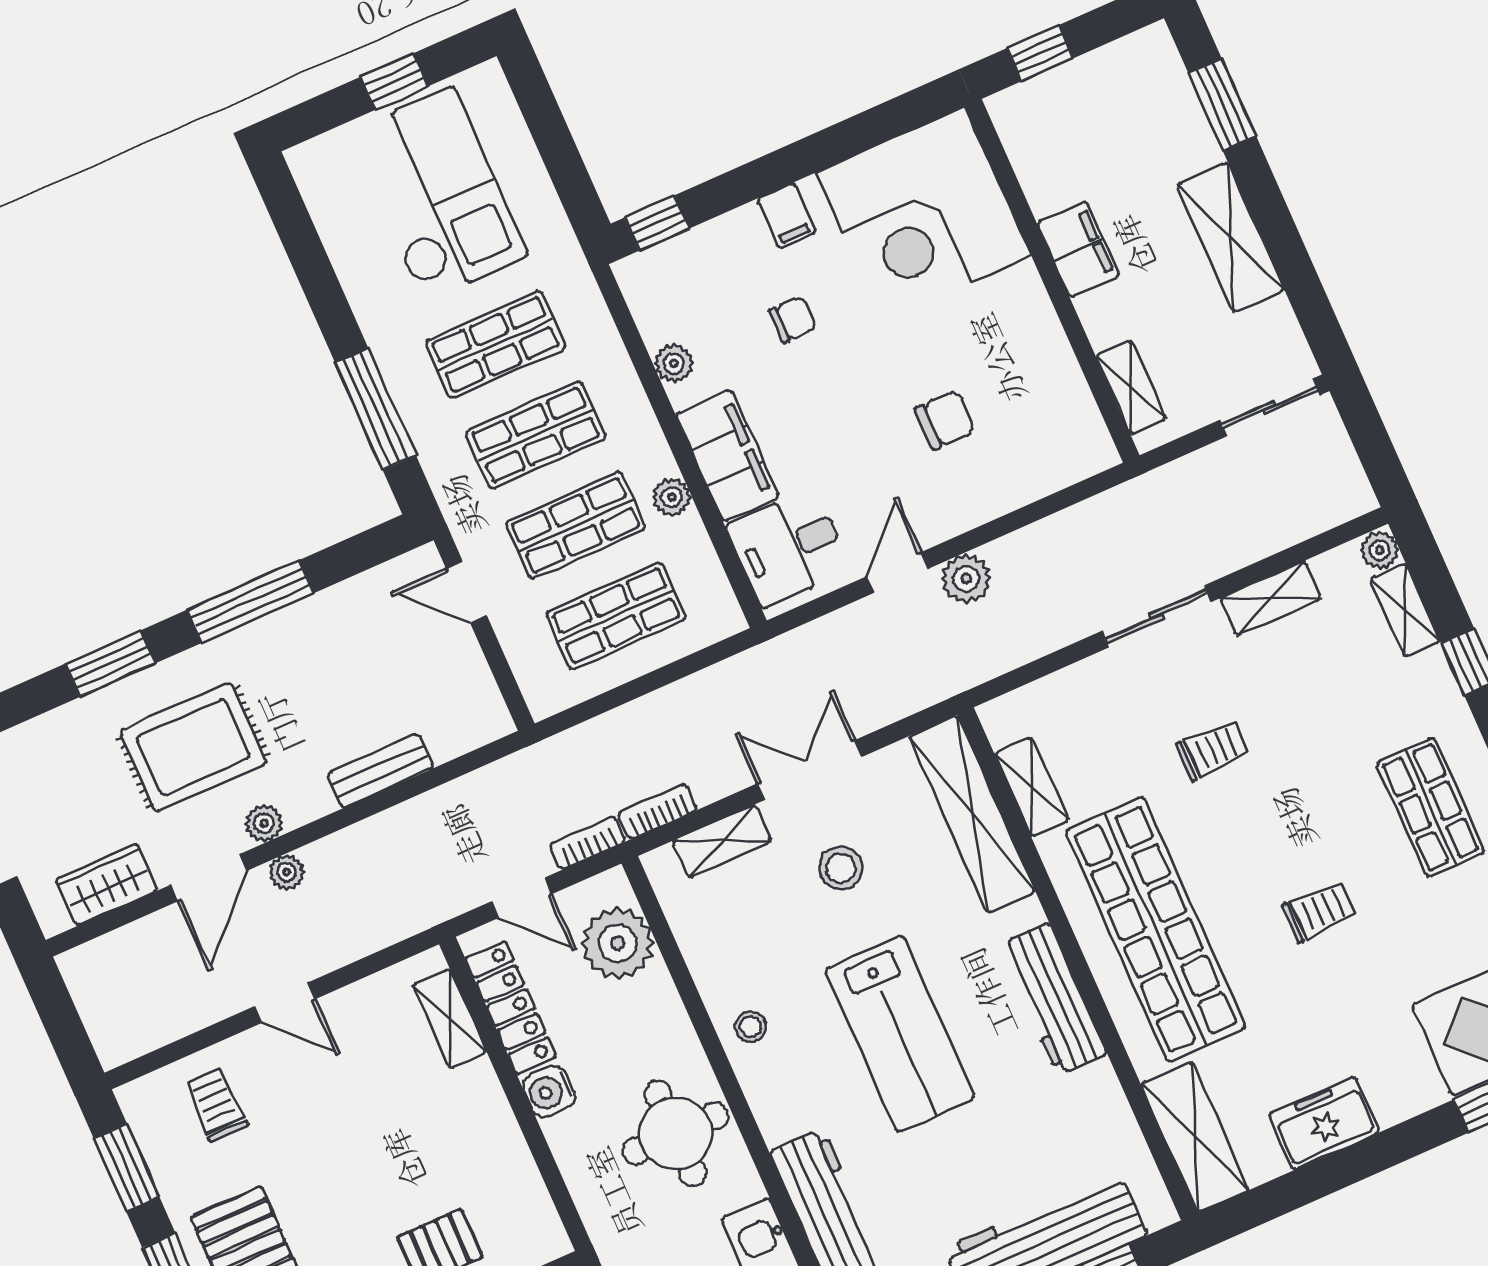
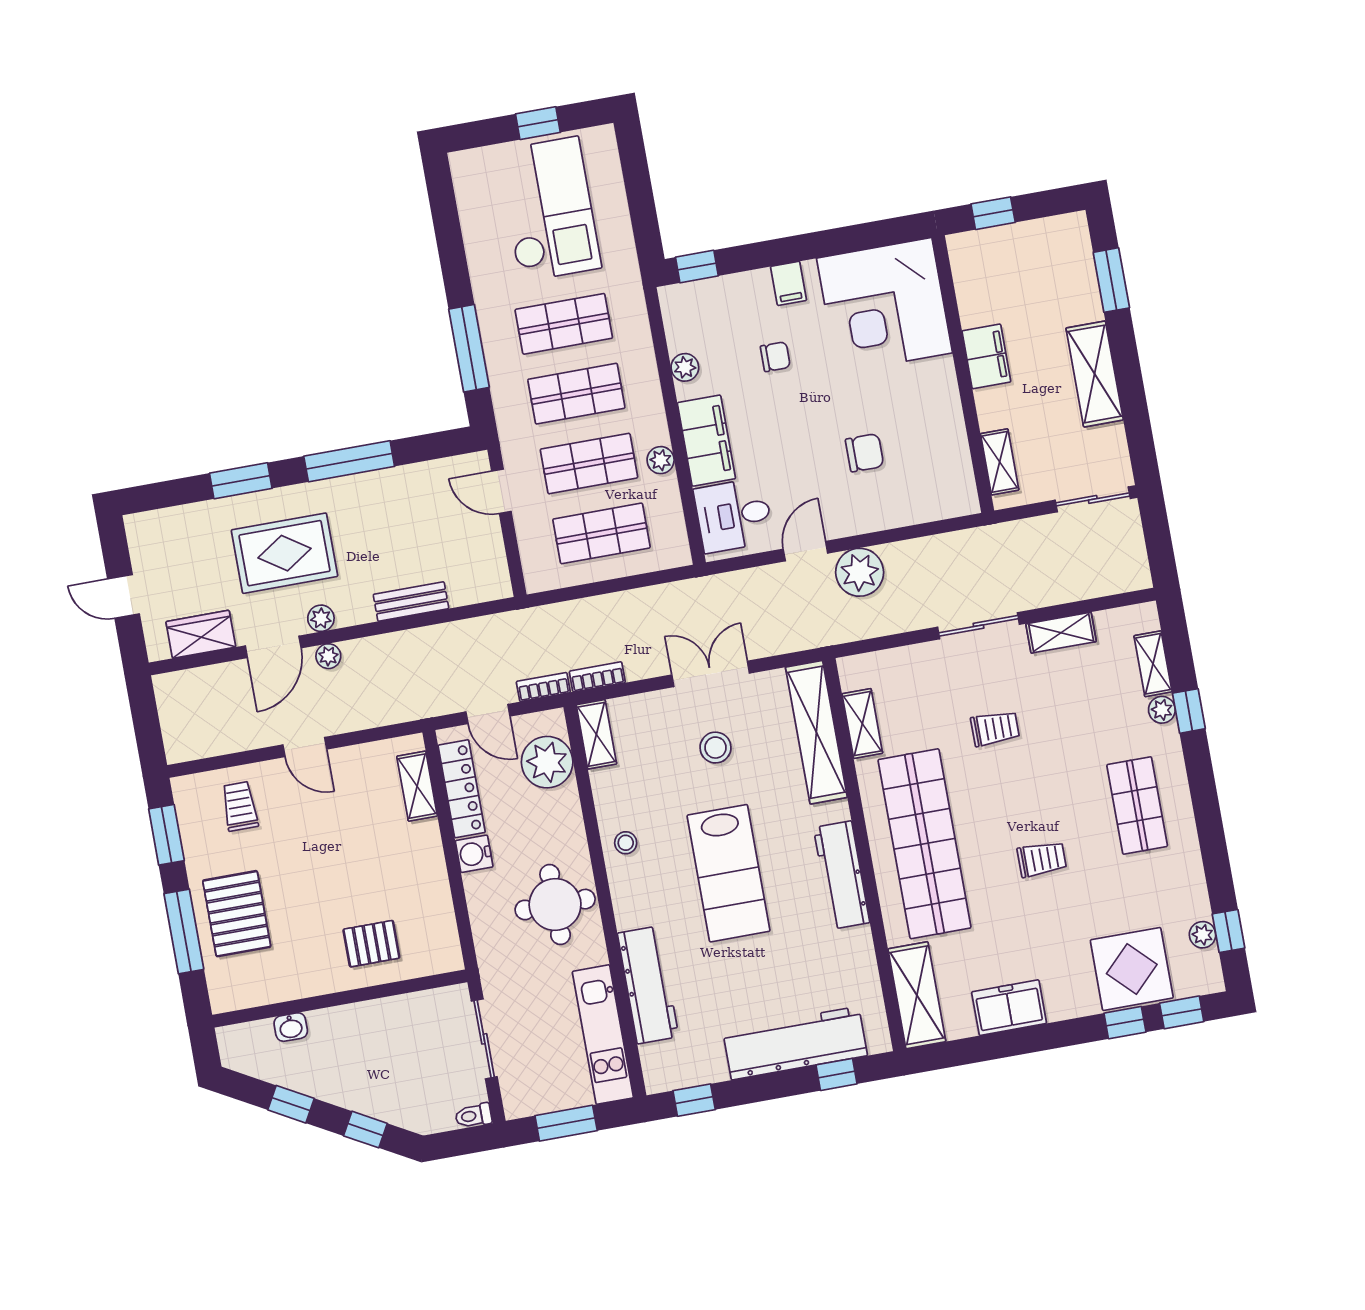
plant: (1379, 550) -> (1162, 710), moved
plant: (966, 579) -> (860, 572), width x1.36, depth x1.36
shelving: (722, 841) -> (596, 734), moved, turned 90

